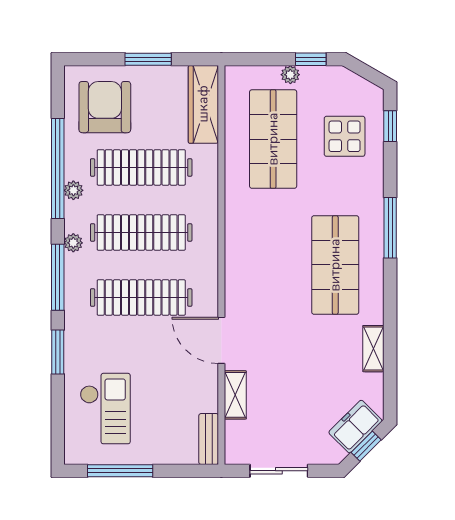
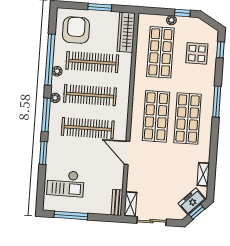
shop shelf: (273, 265) -> (156, 116), added
shelving: (373, 349) -> (203, 174), moved
shelving: (235, 395) -> (130, 204), moved
checkout: (105, 409) -> (65, 183), turned 90

